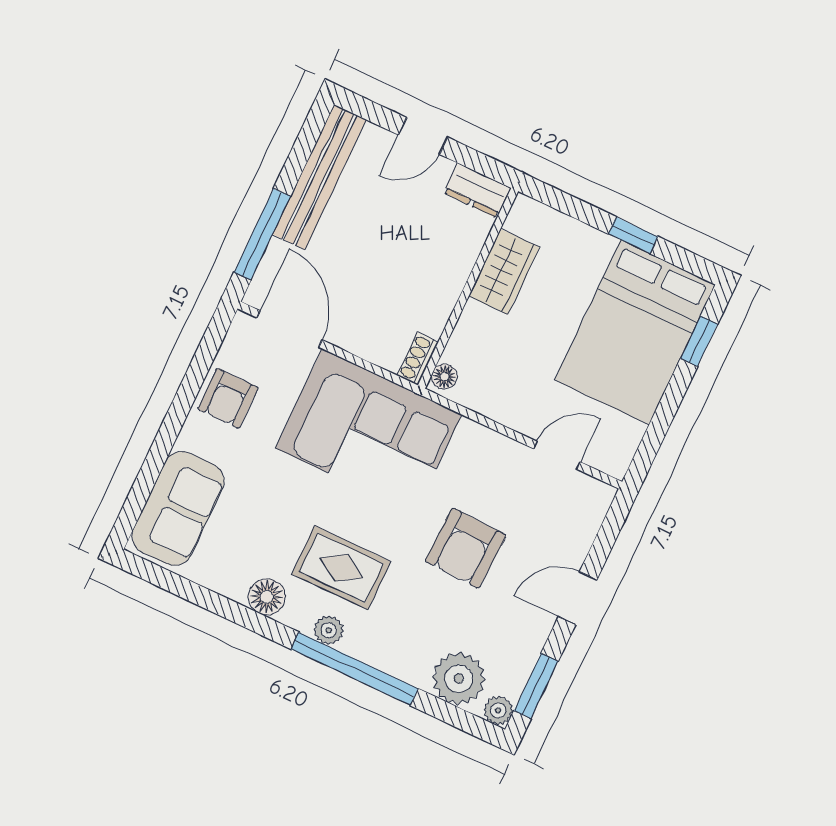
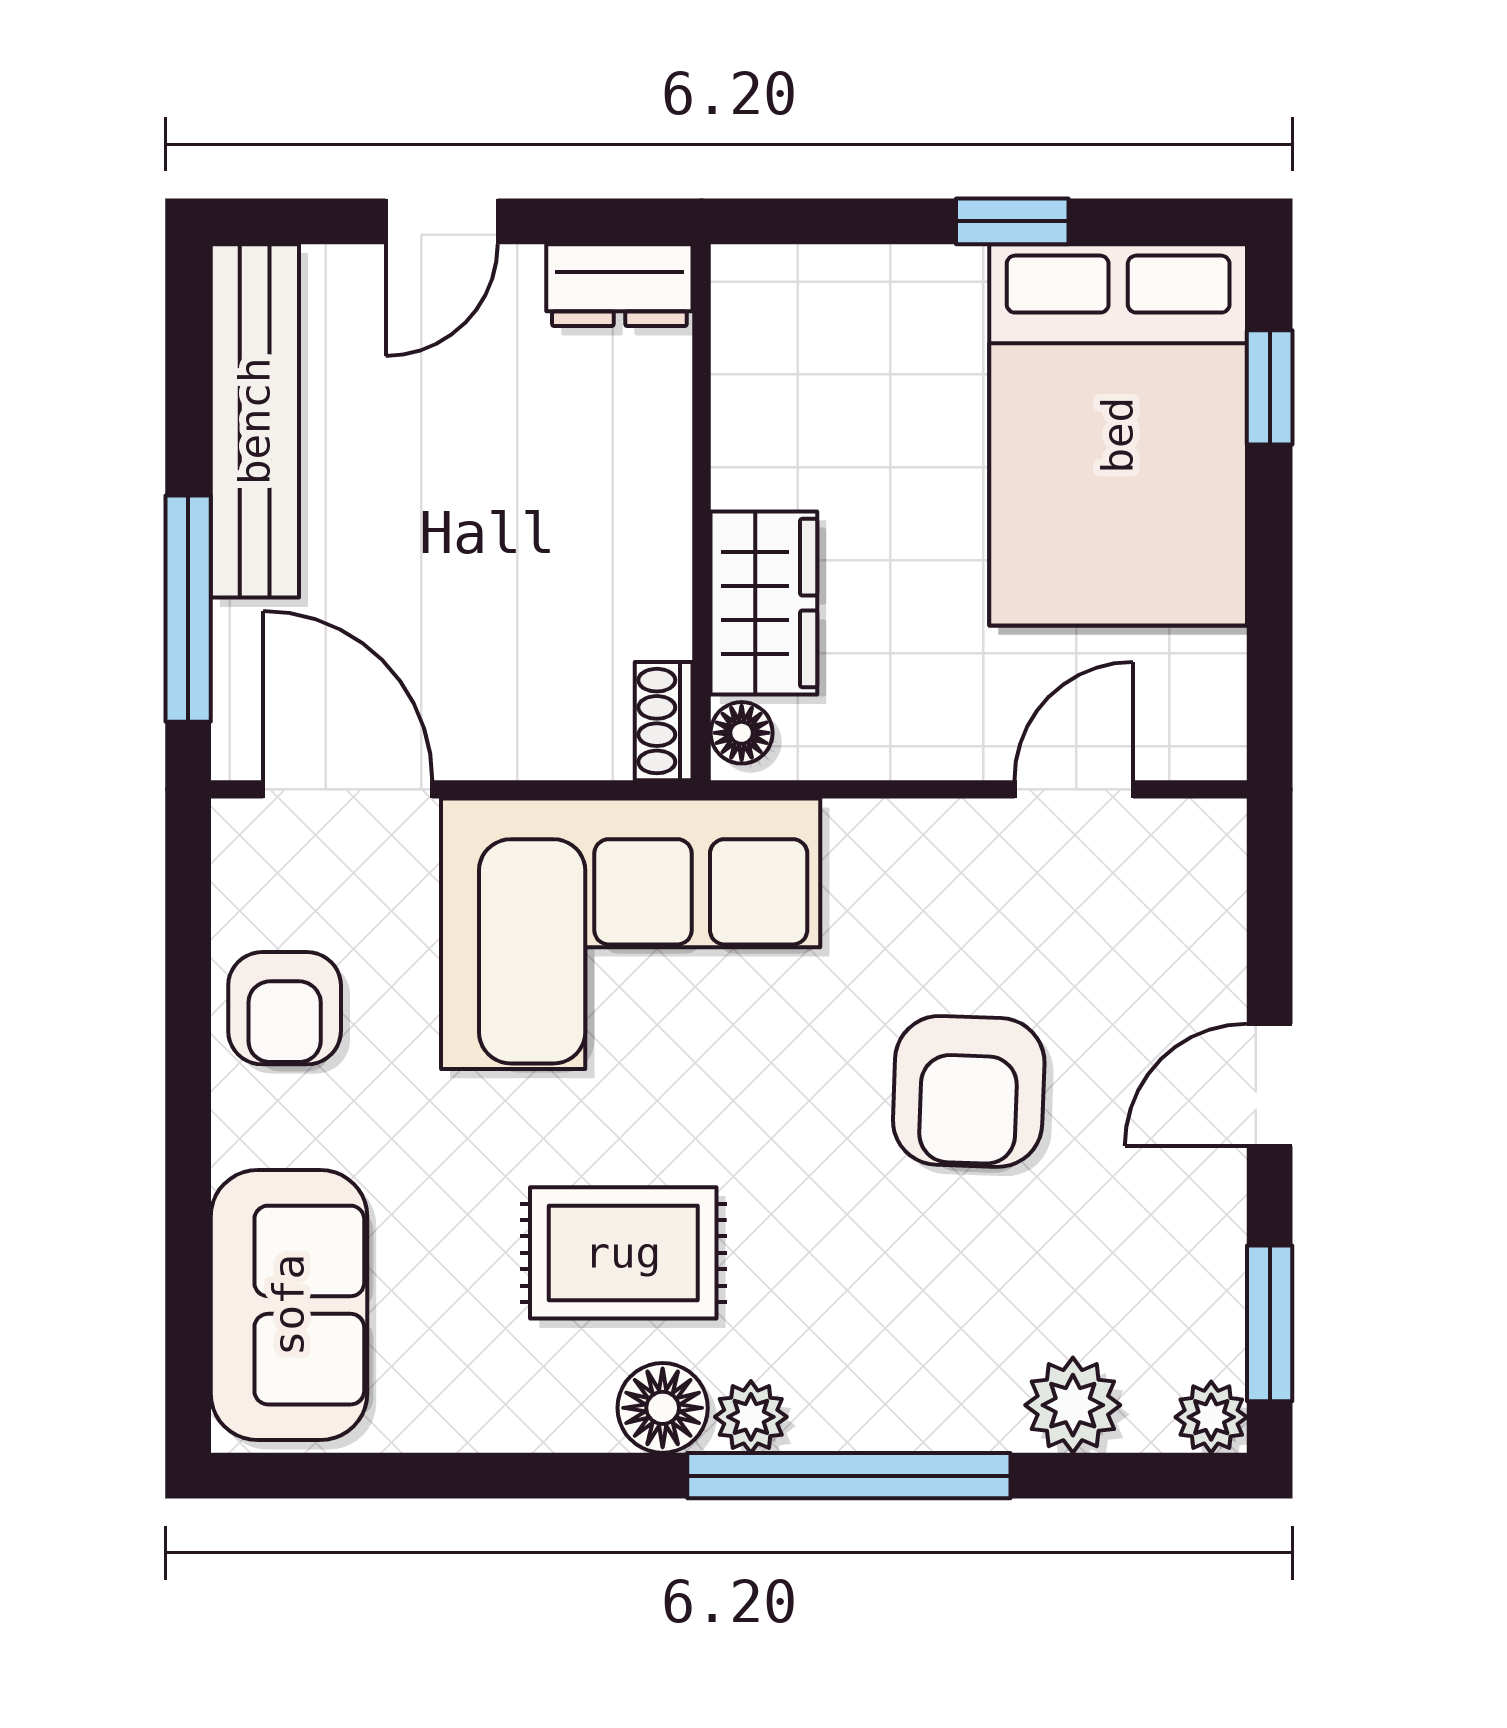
wardrobe: (504, 272) -> (764, 603), moved
rug: (341, 568) -> (623, 1253), moved
floor lamp: (267, 597) -> (663, 1408), moved
plant: (459, 679) -> (1073, 1405), width x0.73, depth x0.73

